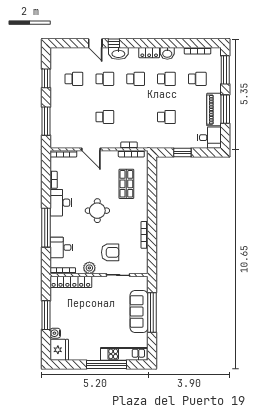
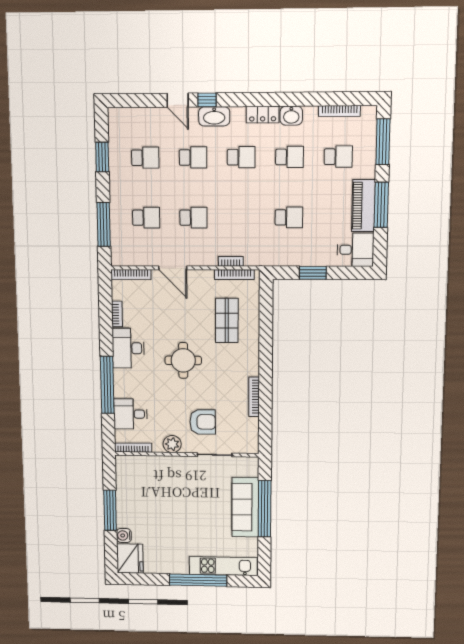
school desk: (74, 117) -> (146, 218), added
locker: (71, 282) -> (145, 464), removed

